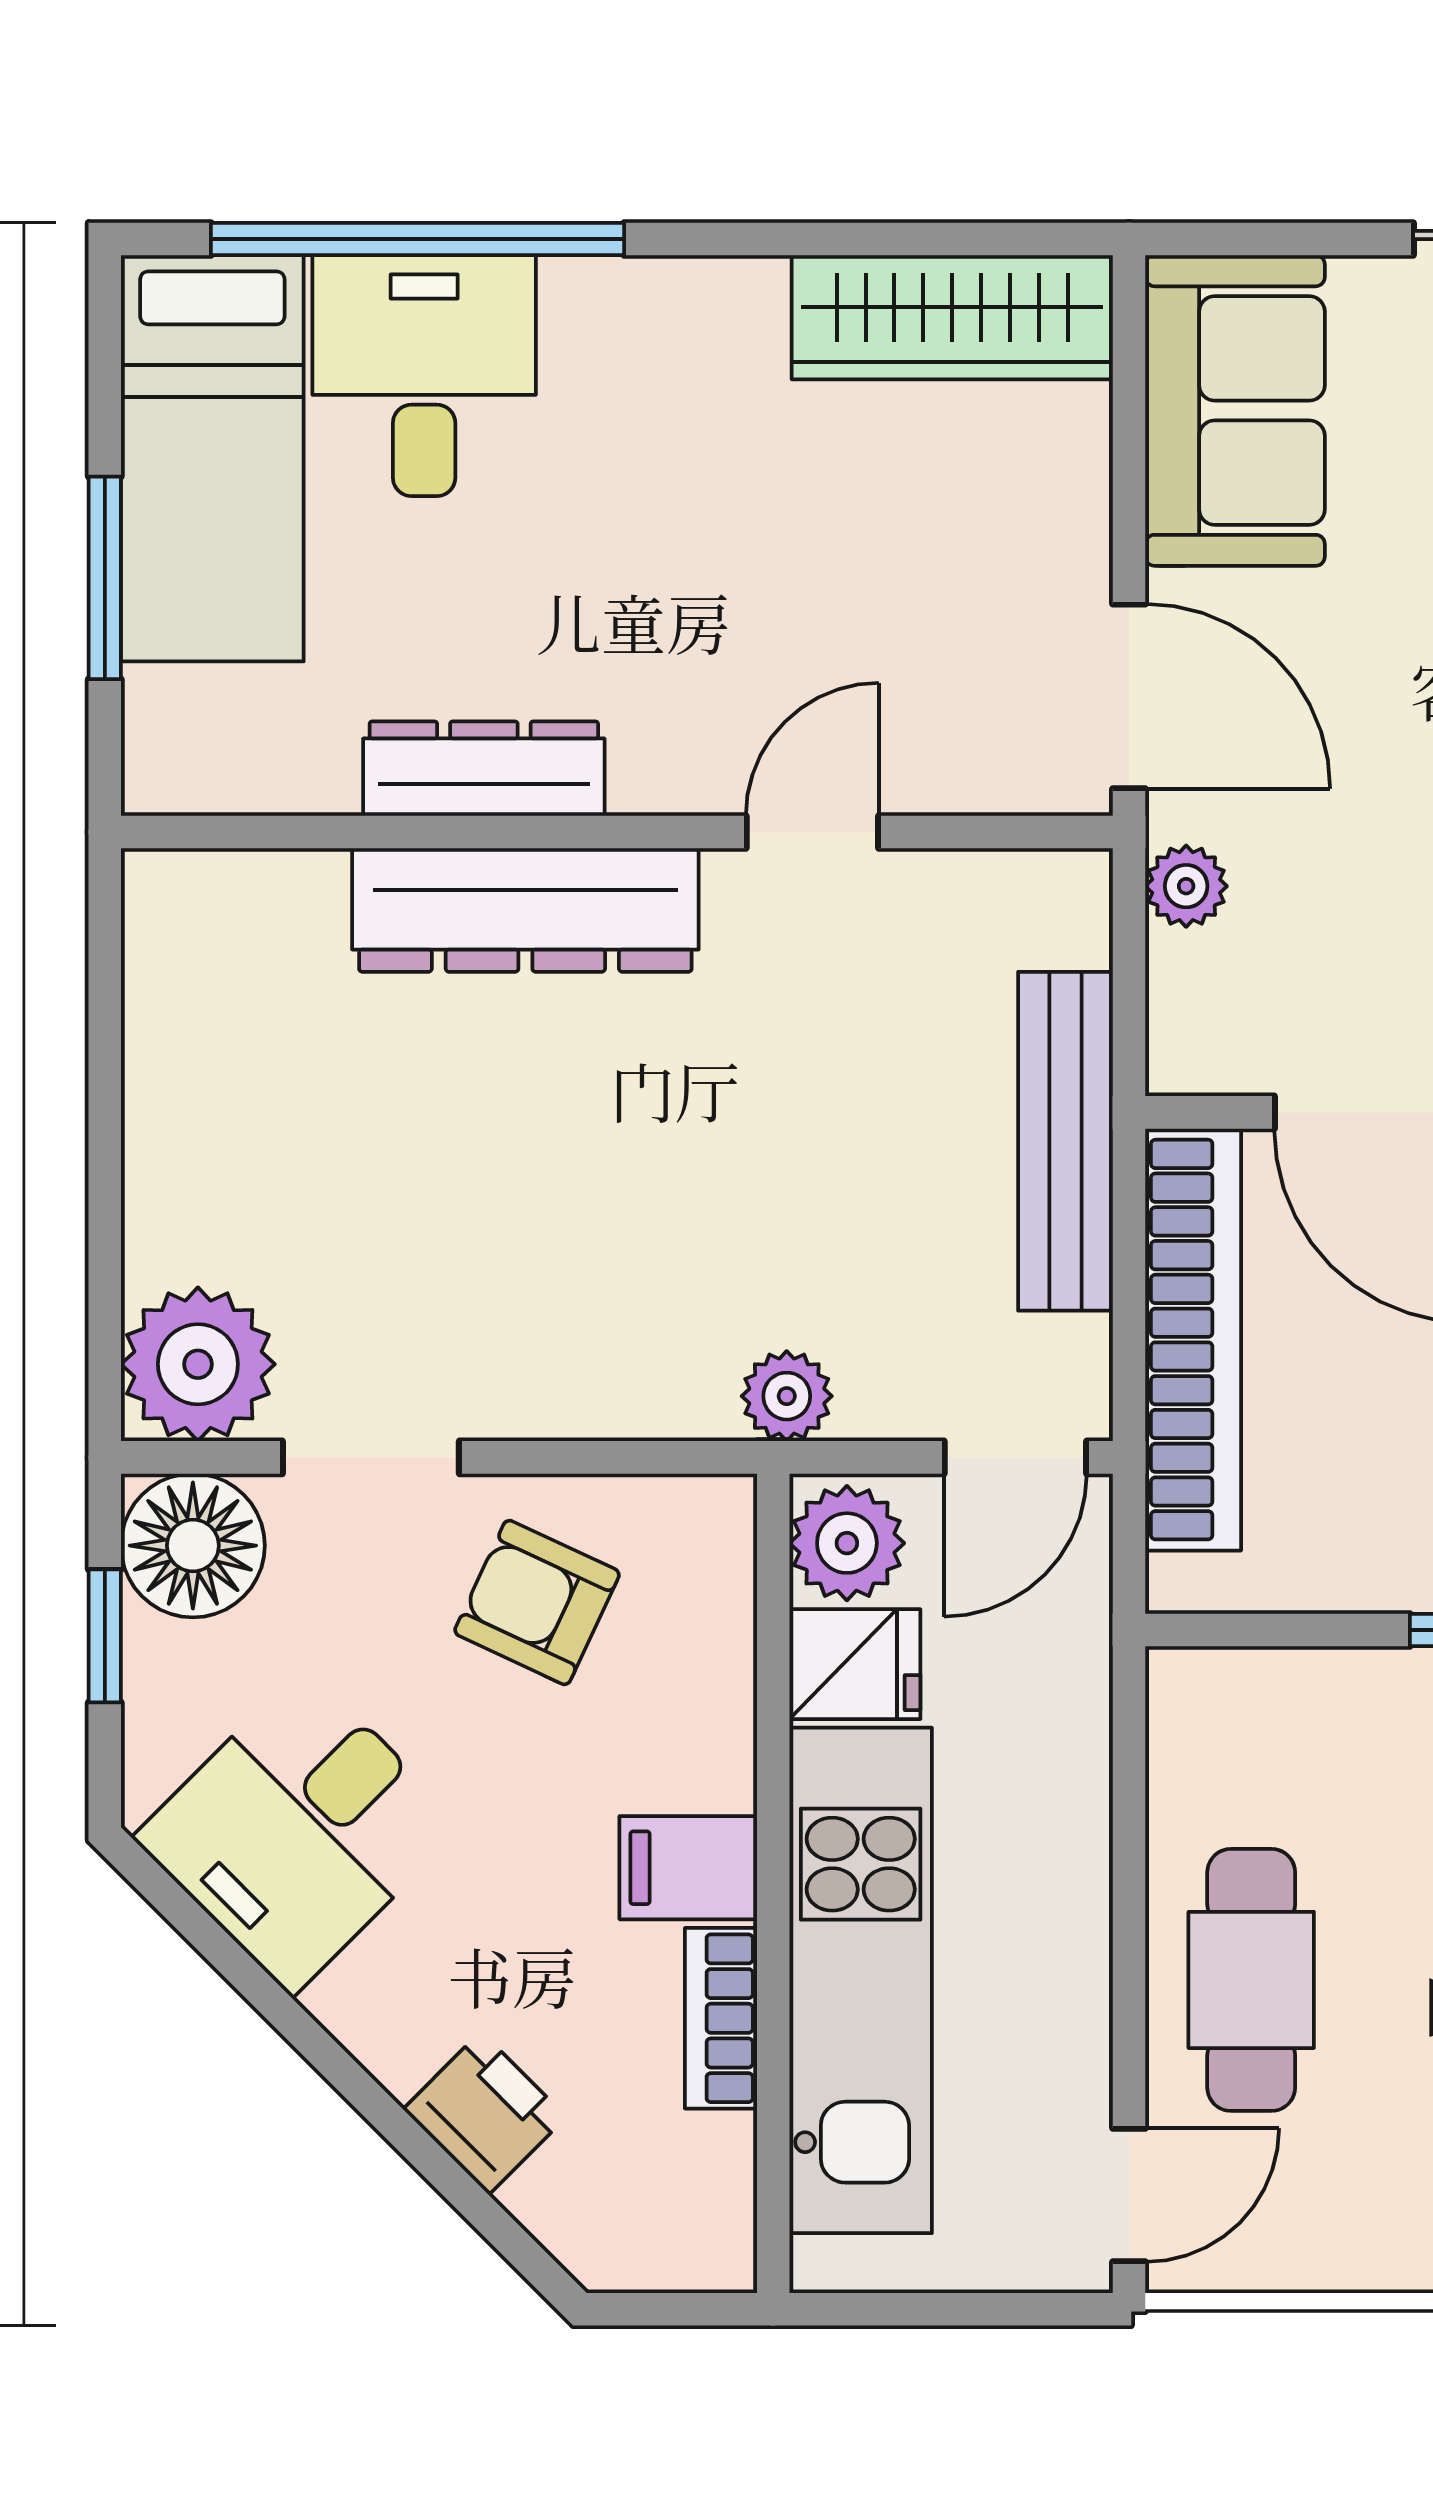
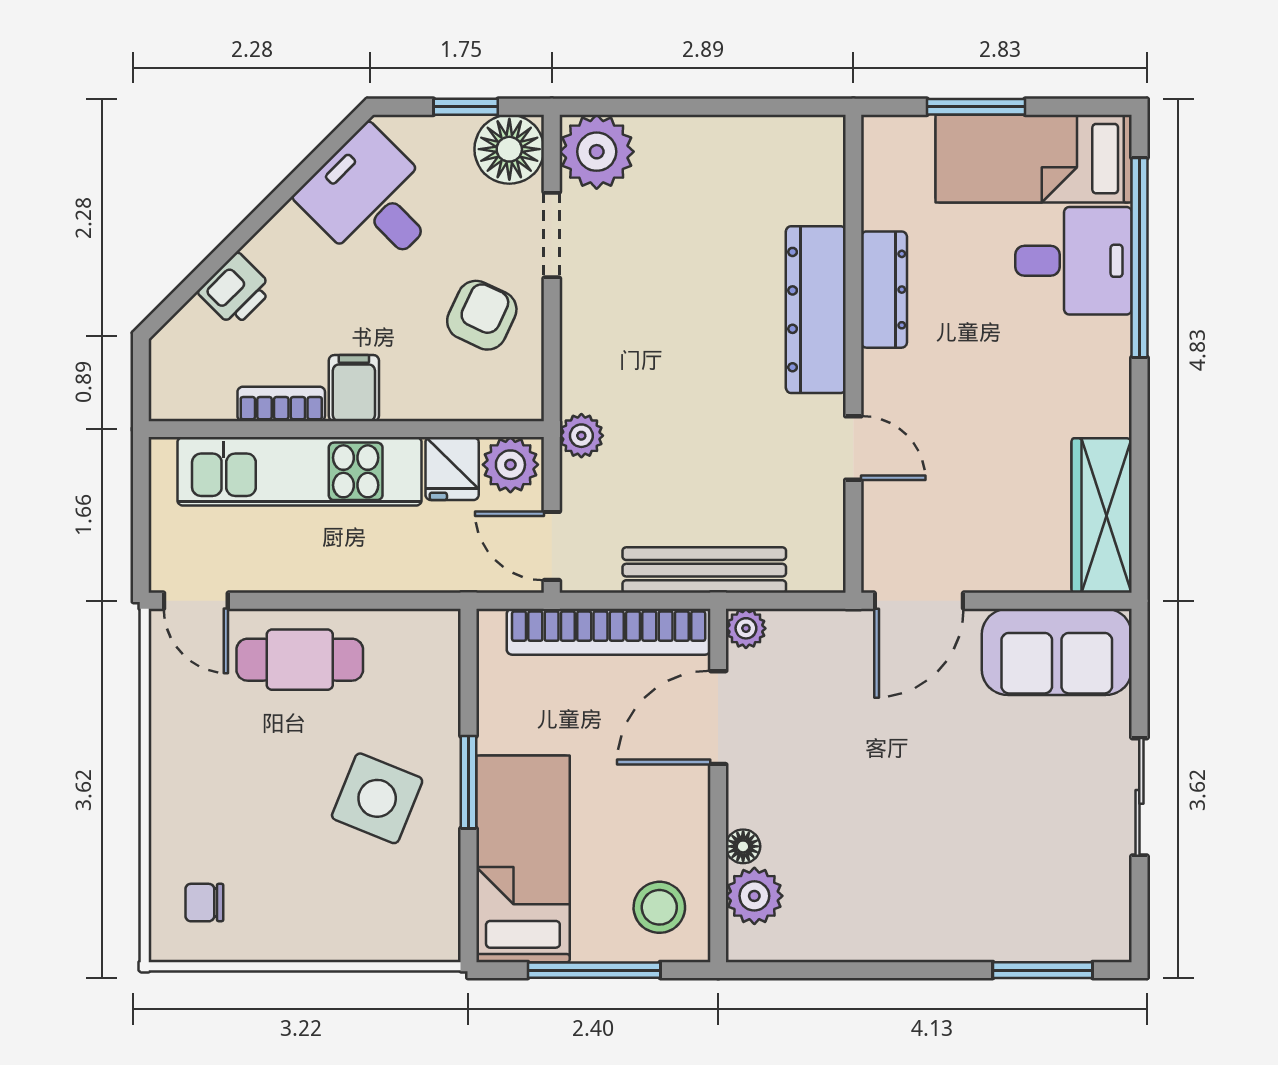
plant: (1186, 886) -> (746, 628), moved

